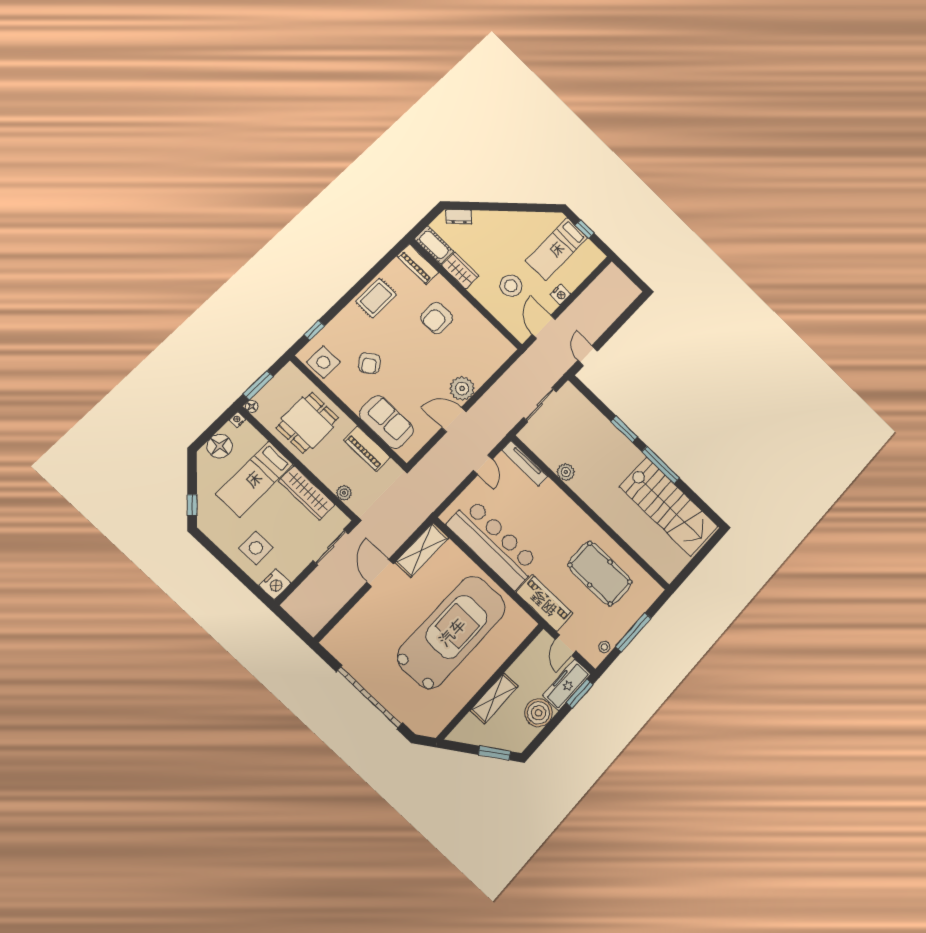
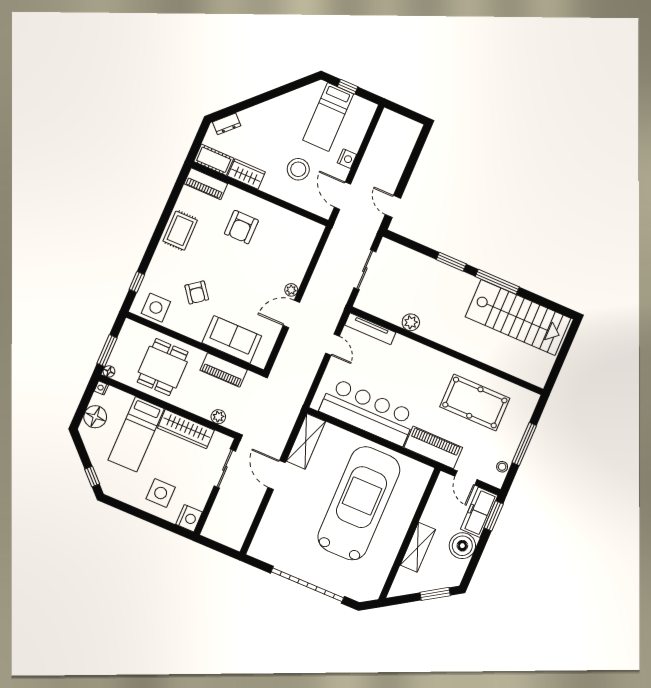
plant: (462, 388) -> (291, 290), width x0.53, depth x0.53

